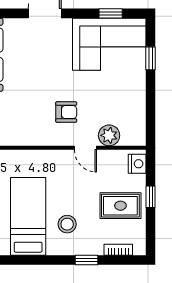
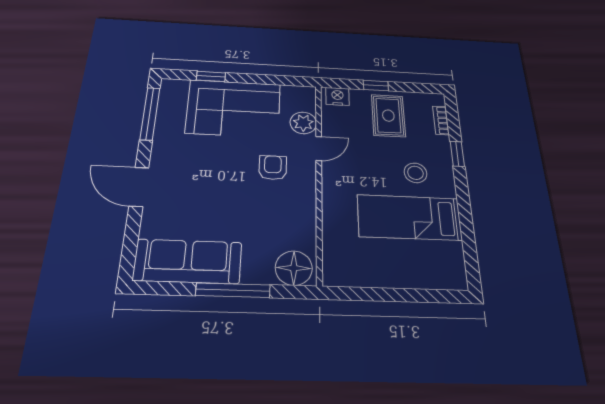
window: (111, 13) -> (150, 113), width x2.17
corner sofa: (109, 44) -> (234, 108), moved, turned 90

